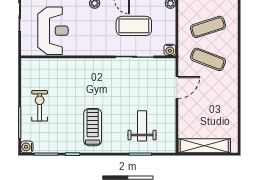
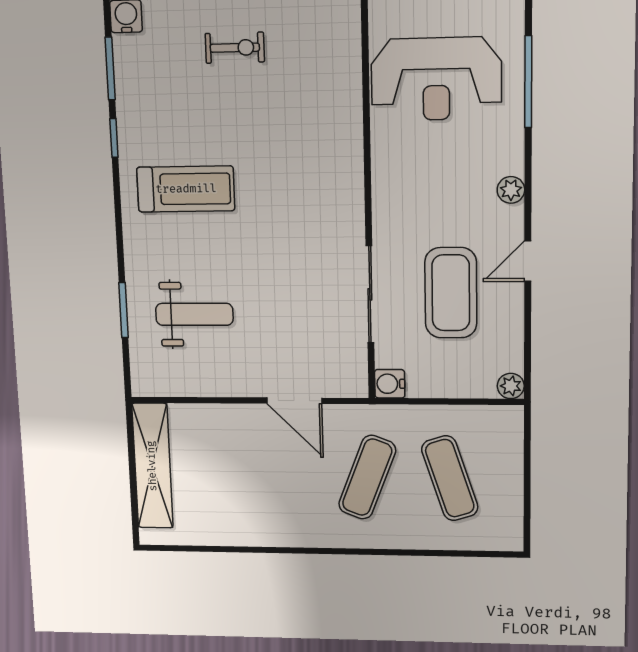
exercise bike: (40, 106) -> (235, 48), width x0.73, depth x0.72

